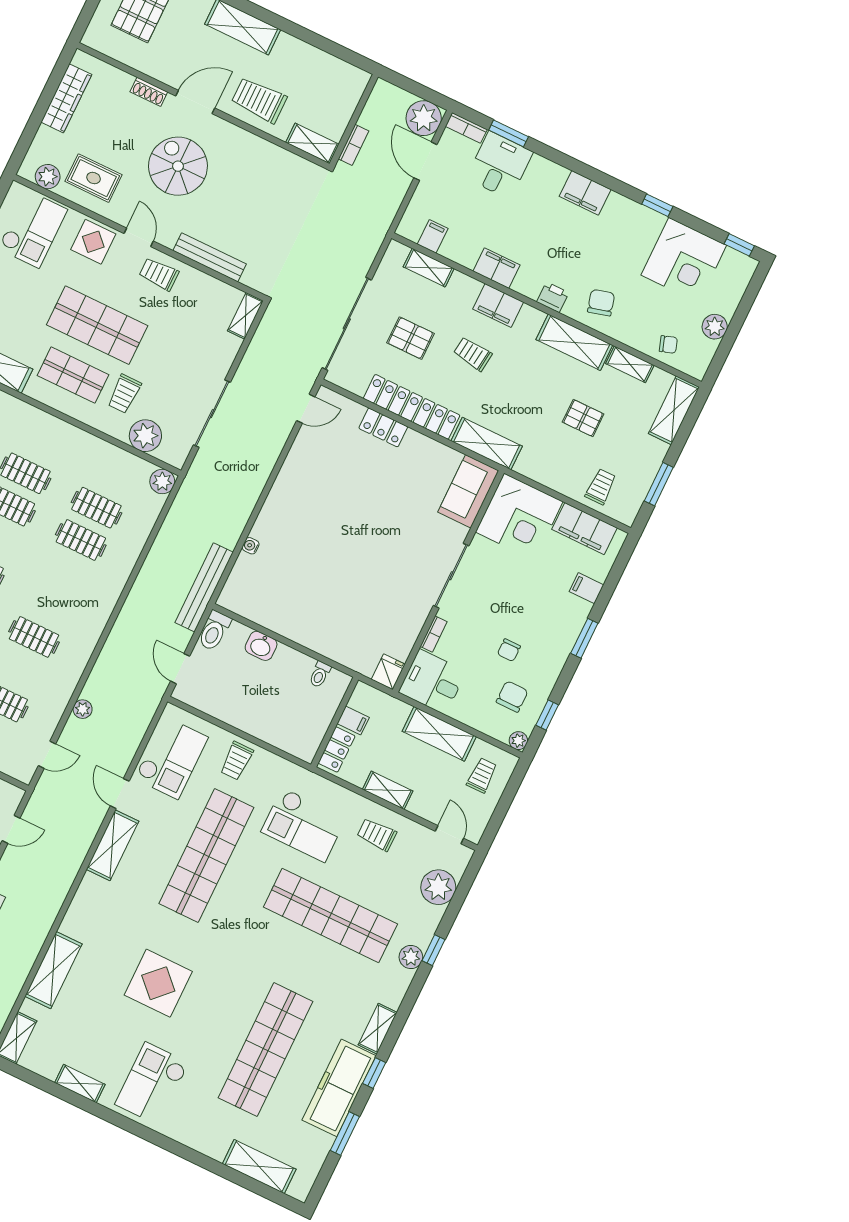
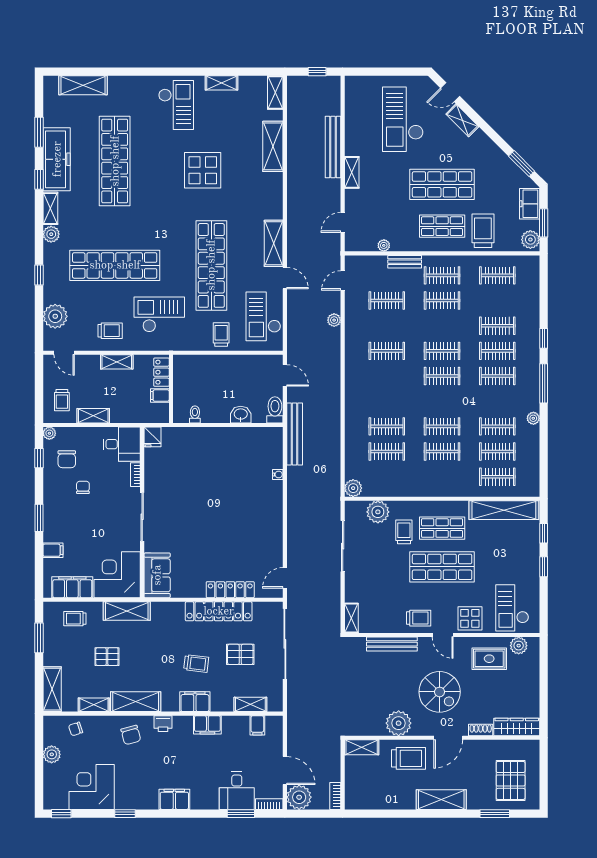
wardrobe: (66, 98) -> (517, 727), moved, turned 90
bookcase: (353, 145) -> (335, 796), moved
plant: (250, 151) -> (399, 723), added
locker: (383, 427) -> (230, 590), width x1.53
shelving: (487, 444) -> (127, 611), moved
trolley: (601, 487) -> (75, 619), turned 90
shelving: (439, 734) -> (93, 416), width x0.67, depth x0.75
plant: (411, 957) -> (51, 234), moved

